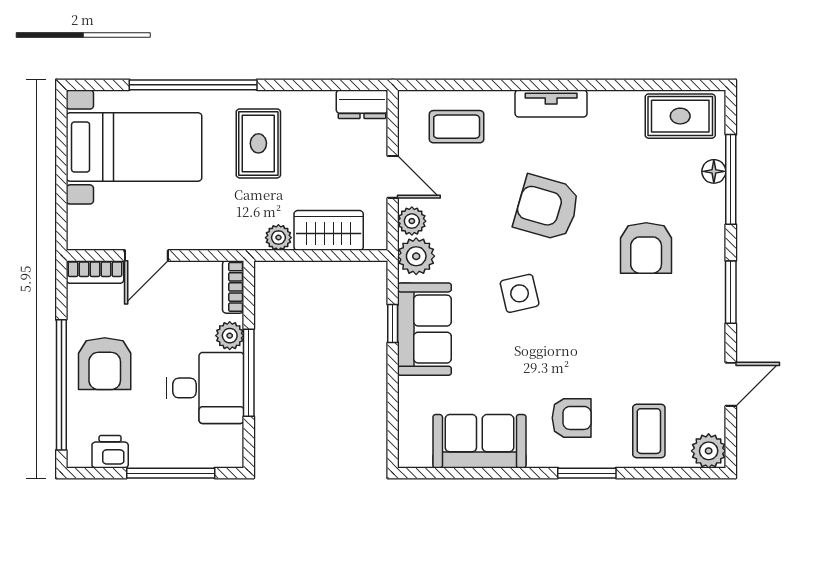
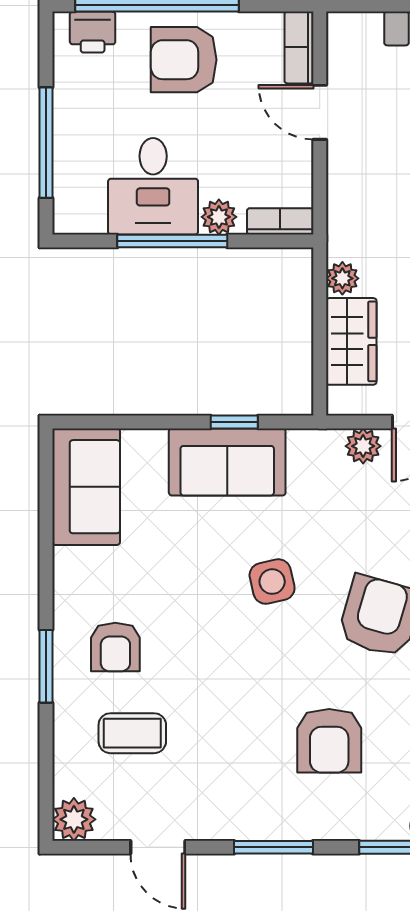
armchair: (646, 248) -> (329, 741), turned -90
plant: (416, 256) -> (319, 452), removed
coffee table: (649, 431) -> (132, 733), moved
sofa: (479, 441) -> (86, 487), moved
printer: (110, 452) -> (93, 32), moved, turned 90

